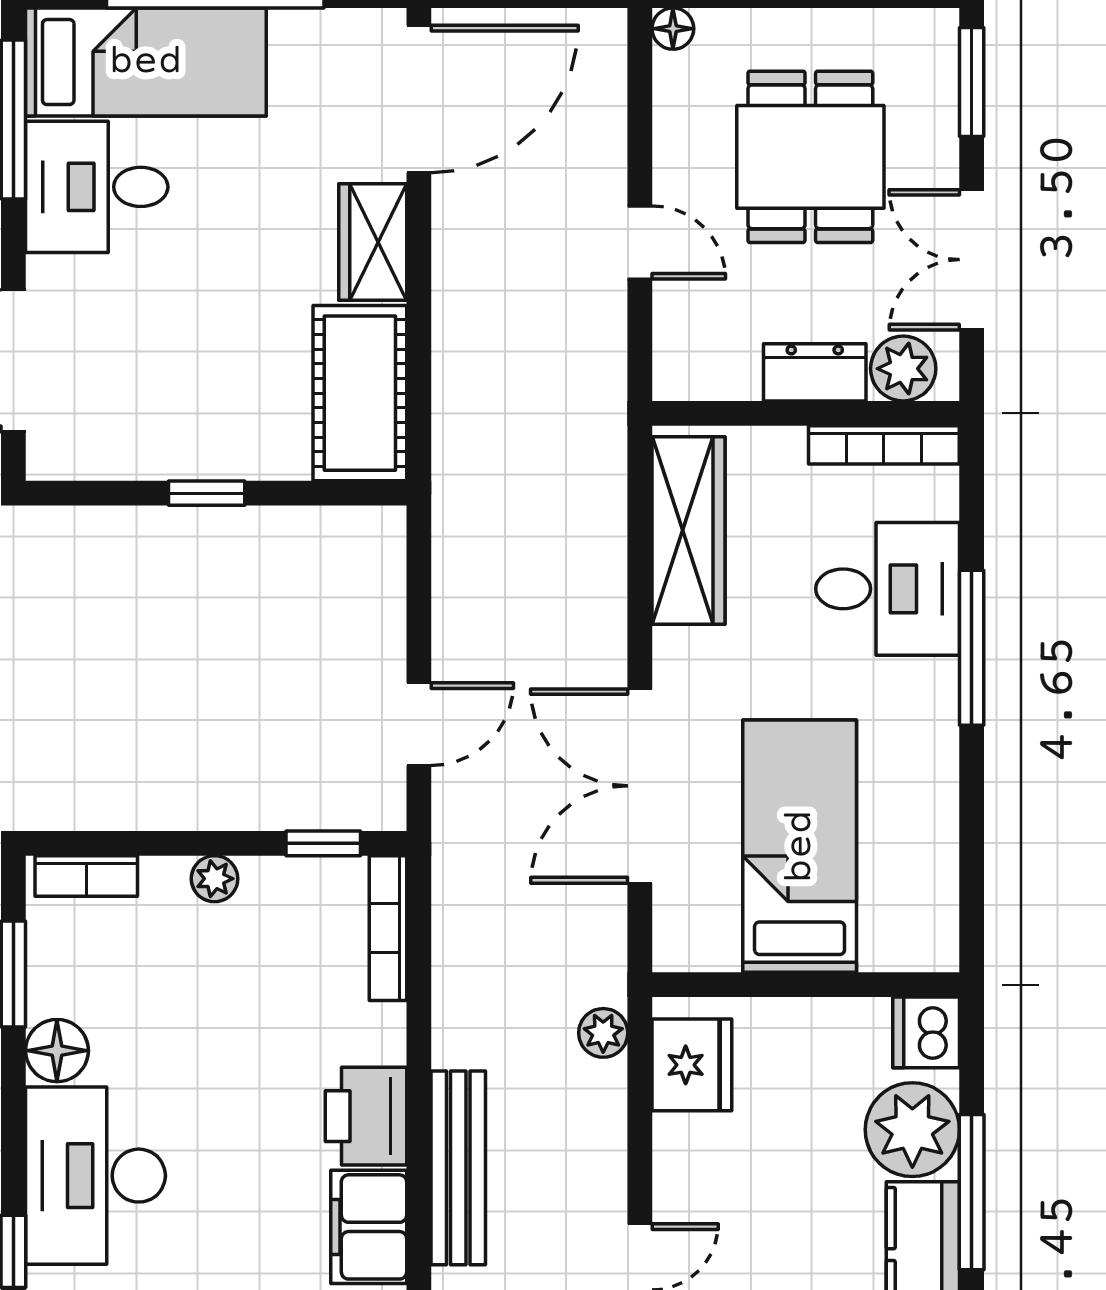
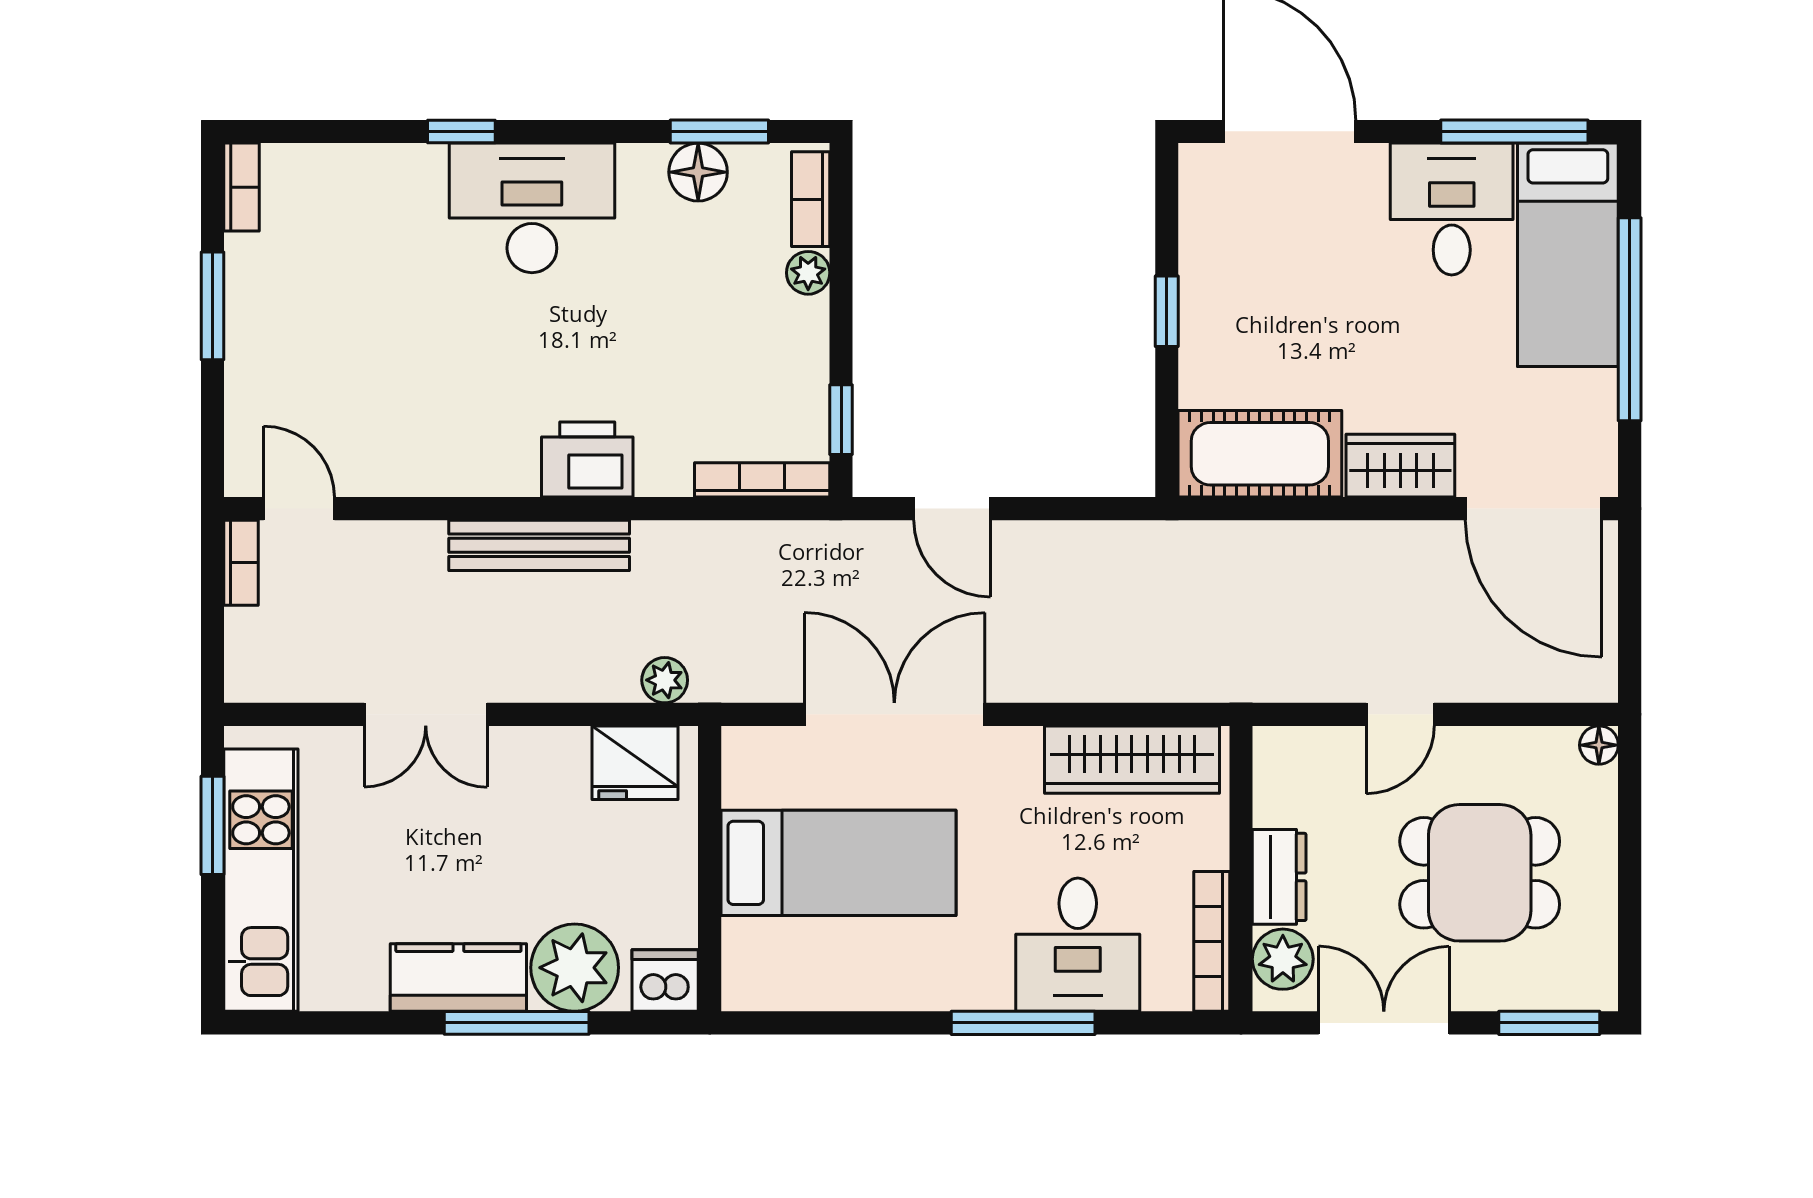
plant: (215, 879) -> (808, 273), moved
floor lamp: (57, 1051) -> (698, 172), moved
filing cabinet: (369, 1227) -> (484, 462), removed

